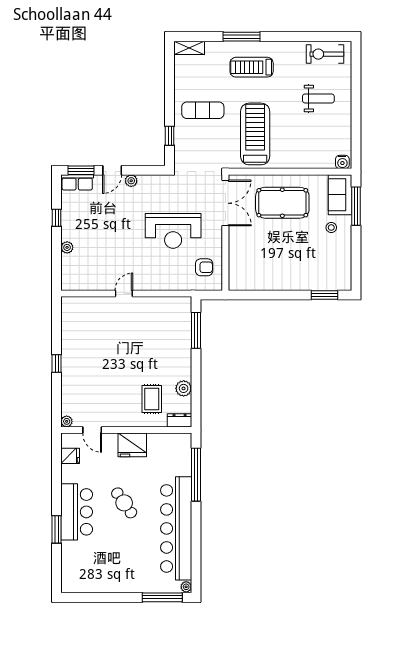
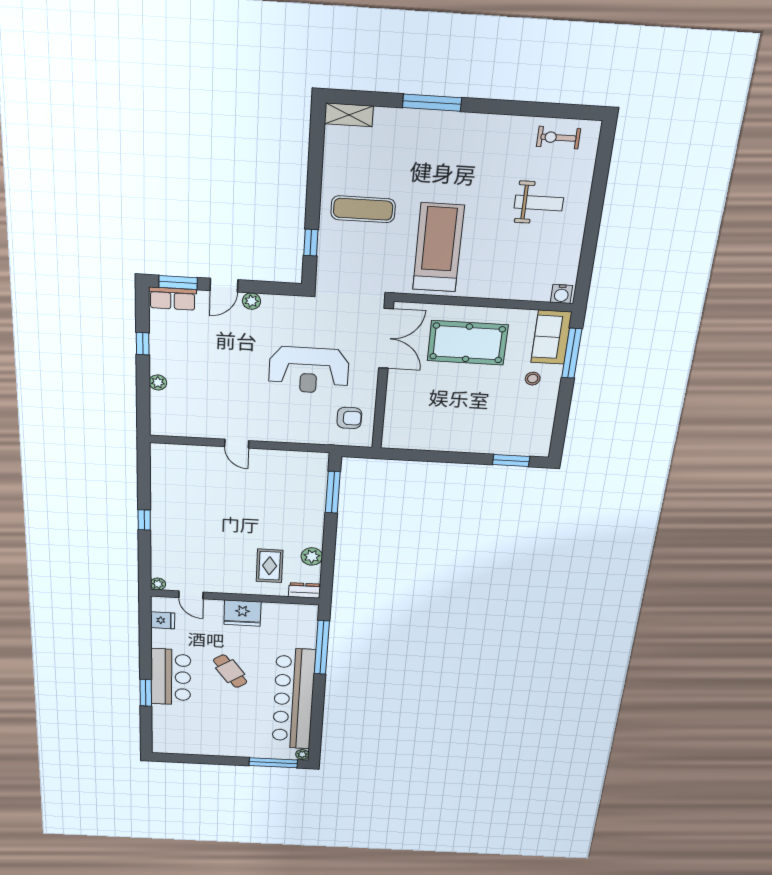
exercise bike: (325, 54) -> (558, 138), width x0.73, depth x0.72
treadmill: (252, 67) -> (443, 150), removed
door: (124, 294) -> (237, 444), swing flipped

